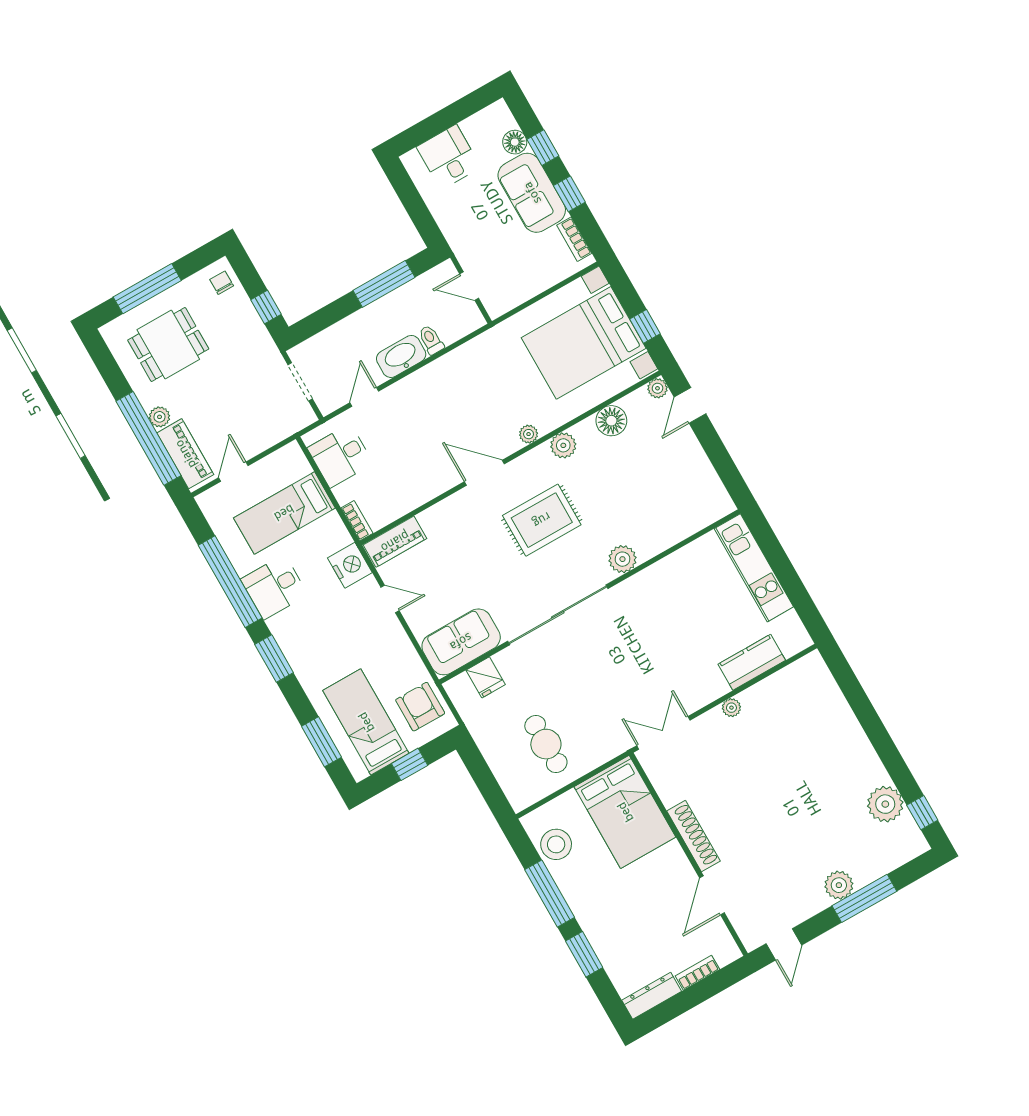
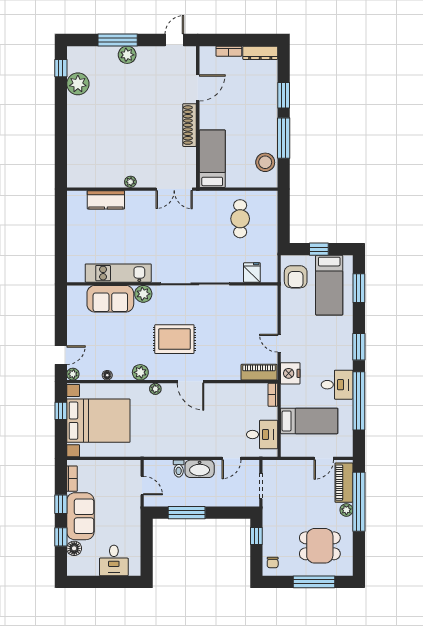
floor lamp: (611, 421) -> (107, 375), width x0.53, depth x0.53
kitchen unit: (754, 568) -> (118, 273), moved, turned -90
sofa: (461, 642) -> (110, 299), moved
bed: (625, 812) -> (212, 159), width x0.67

